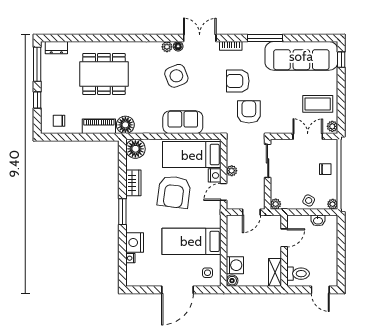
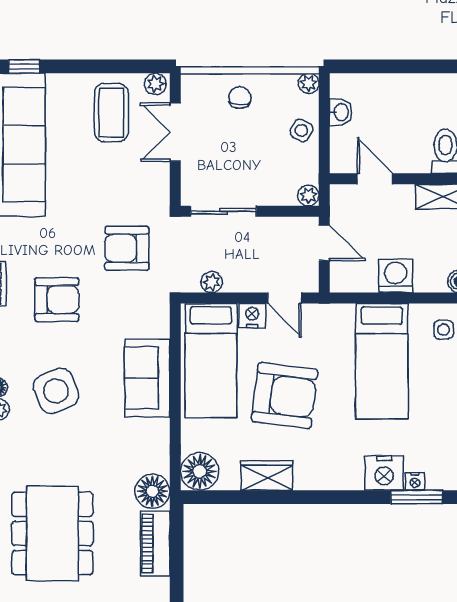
armchair: (238, 81) -> (57, 300), moved, turned -90
plant: (232, 171) -> (212, 282), moved
window: (122, 212) -> (417, 497), moved
washing machine: (235, 265) -> (396, 276), moved

